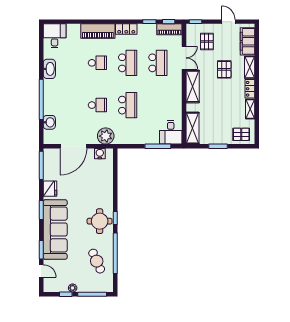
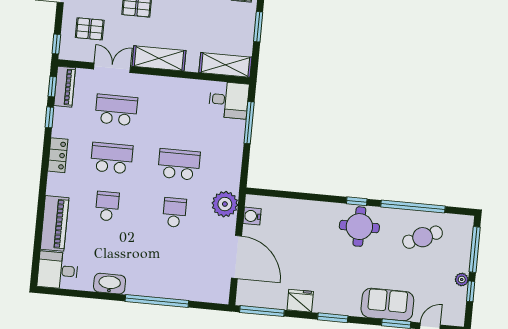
piano: (98, 31) -> (55, 223), moved
washbasin: (49, 122) -> (195, 292), removed
sofa: (55, 229) -> (387, 305), width x0.54, depth x0.79

